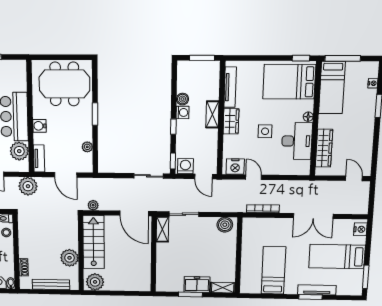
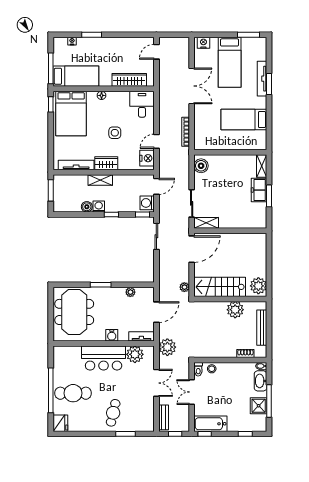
desk: (297, 141) -> (142, 104), moved, width x0.73

